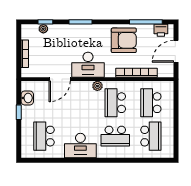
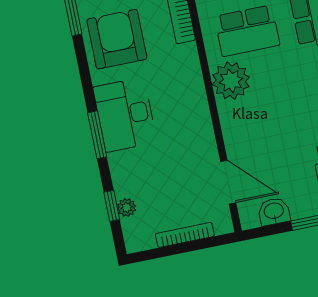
desk: (88, 65) -> (125, 115), moved, turned 180
door: (60, 79) -> (228, 182), moved
plant: (97, 86) -> (231, 81), width x1.87, depth x1.87

